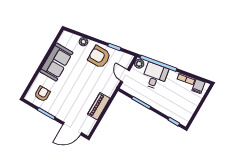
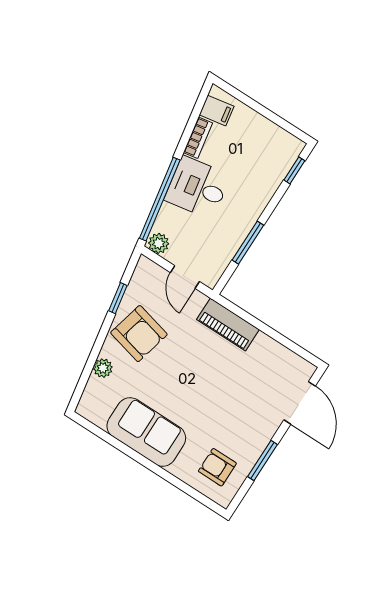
armchair: (99, 57) -> (139, 334), turned -76
door: (125, 76) -> (185, 277), hinge flipped
desk: (155, 76) -> (197, 188), moved
piano: (99, 106) -> (228, 325), moved

